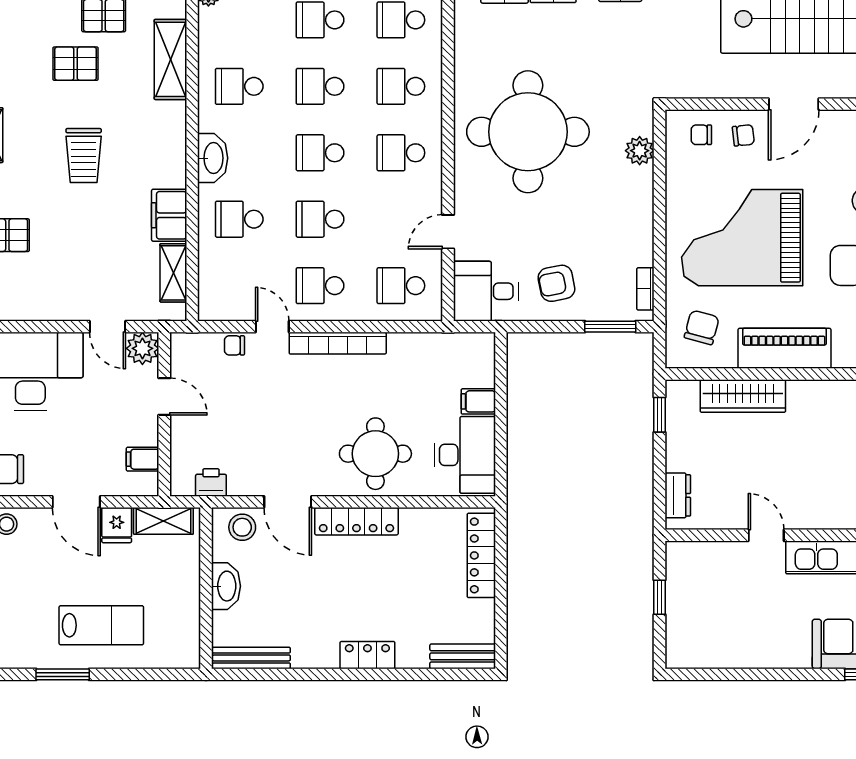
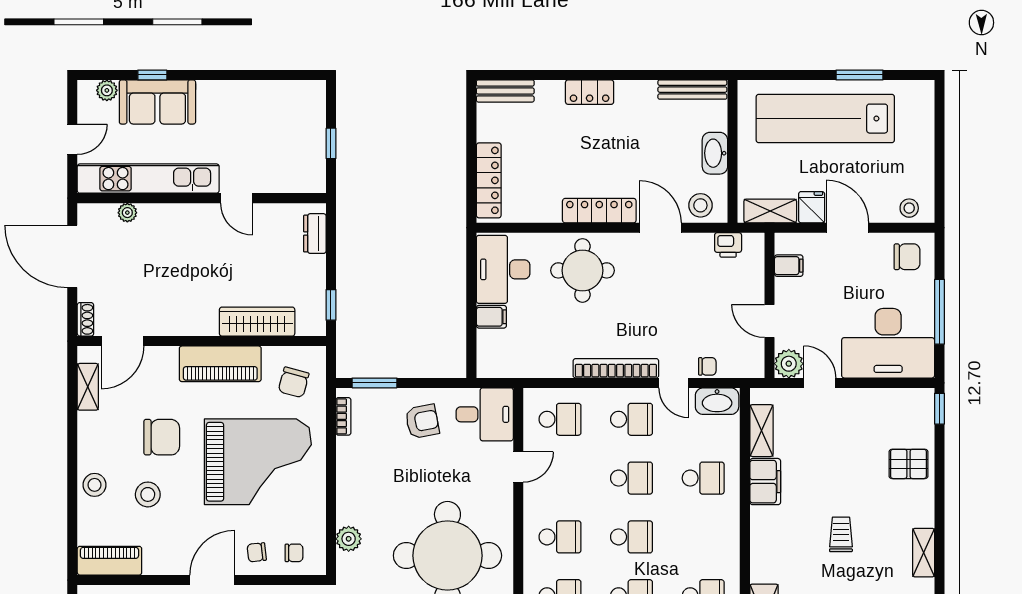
trolley: (84, 156) -> (841, 534), width x0.73, depth x0.72
washbasin: (213, 158) -> (717, 401), moved, turned -90
lab bench: (101, 625) -> (825, 119), width x1.86, depth x1.39

